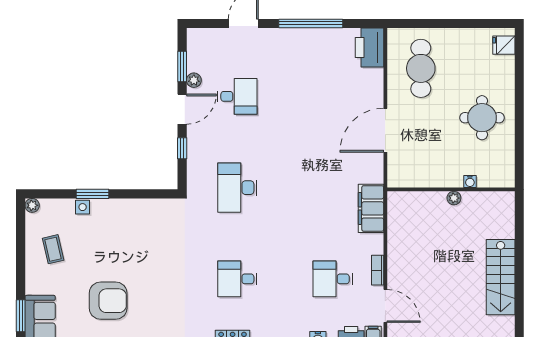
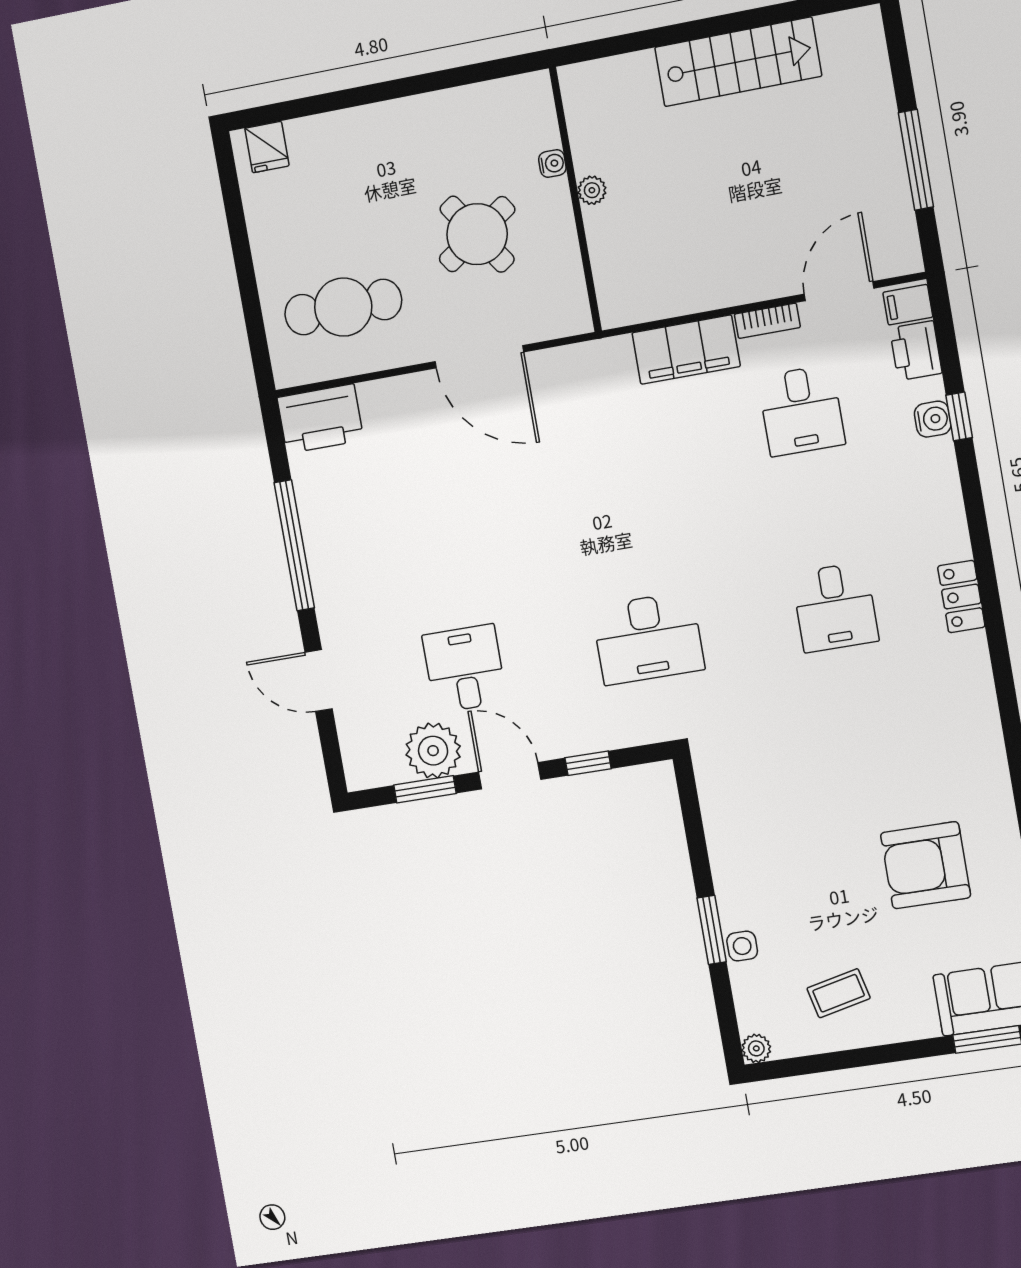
plant: (194, 80) -> (433, 751), width x1.87, depth x1.87
round table: (482, 118) -> (477, 234), moved, turned -34
filing cabinet: (371, 208) -> (686, 350), moved
armchair: (108, 301) -> (926, 865), turned -90

